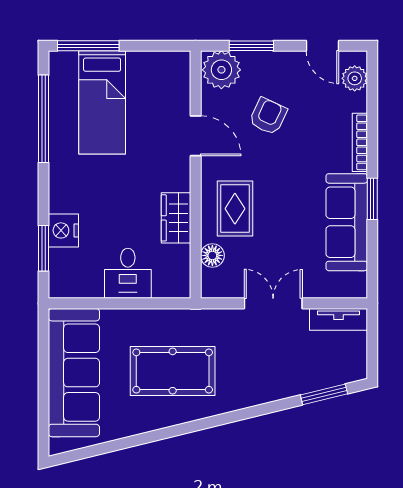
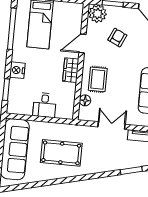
door: (196, 136) -> (82, 43), swing flipped
wardrobe: (176, 218) -> (71, 70), moved
nightstand: (63, 230) -> (17, 70), moved

